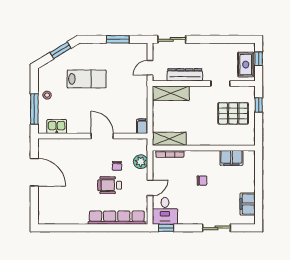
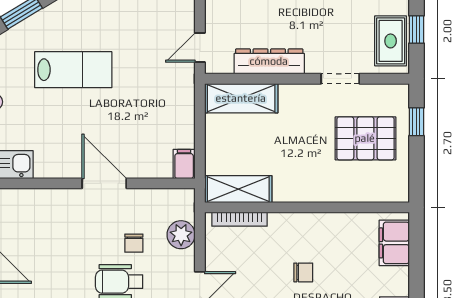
filing cabinet: (231, 158) -> (394, 243), moved, turned 90

